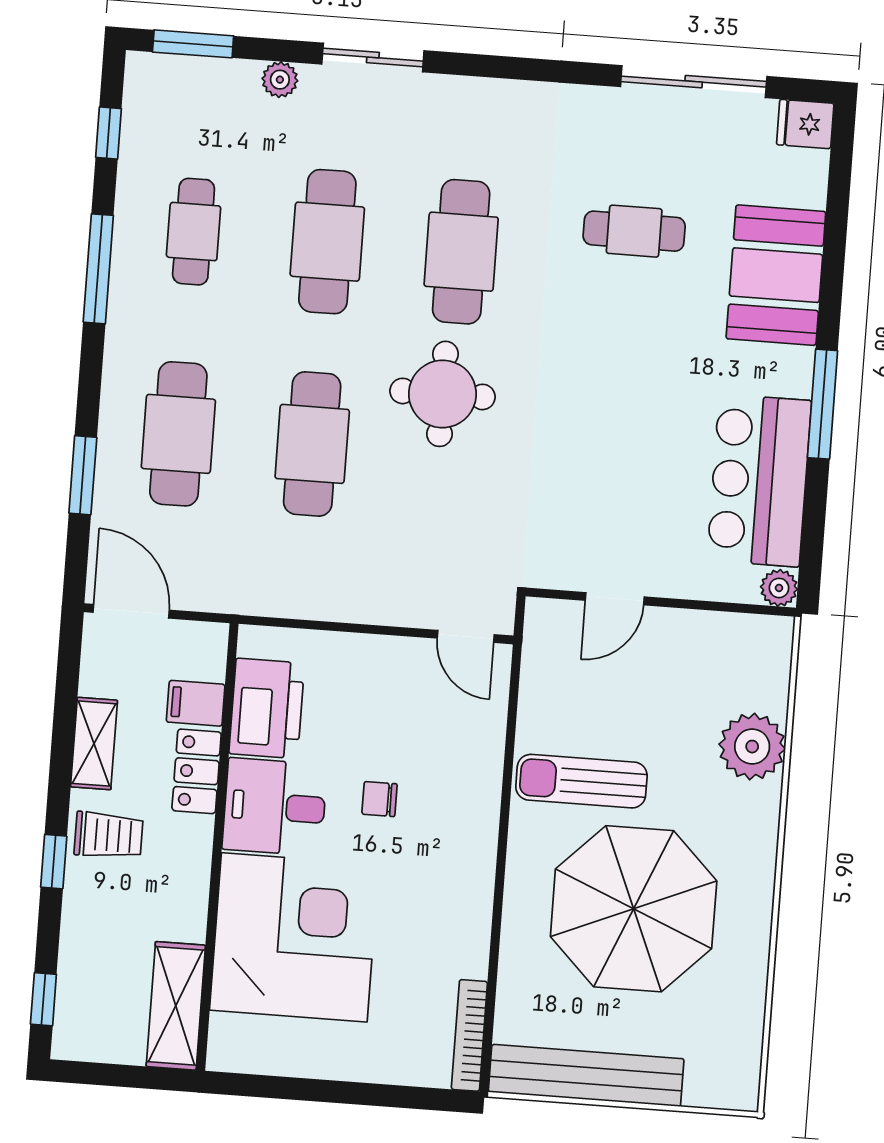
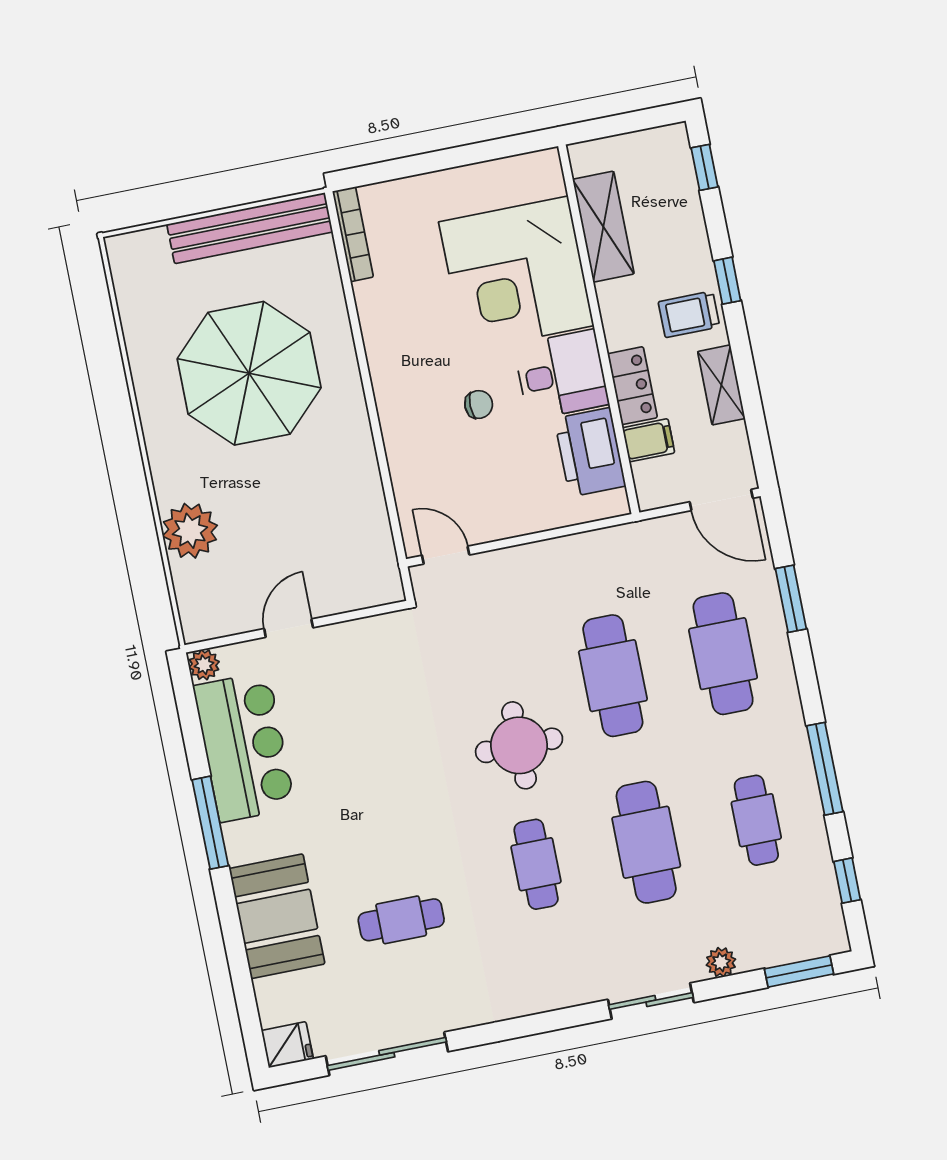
cafe table: (461, 252) -> (536, 864), width x0.73, depth x0.74
door: (615, 599) -> (289, 628), moved
sun lounger: (581, 781) -> (320, 464), removed
shelving: (176, 1006) -> (603, 227), moved

